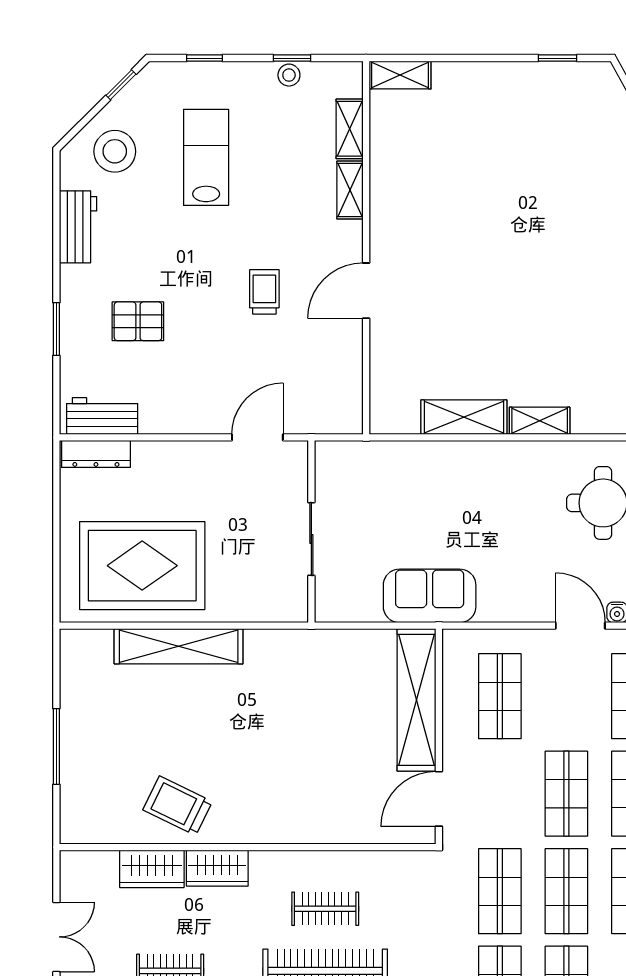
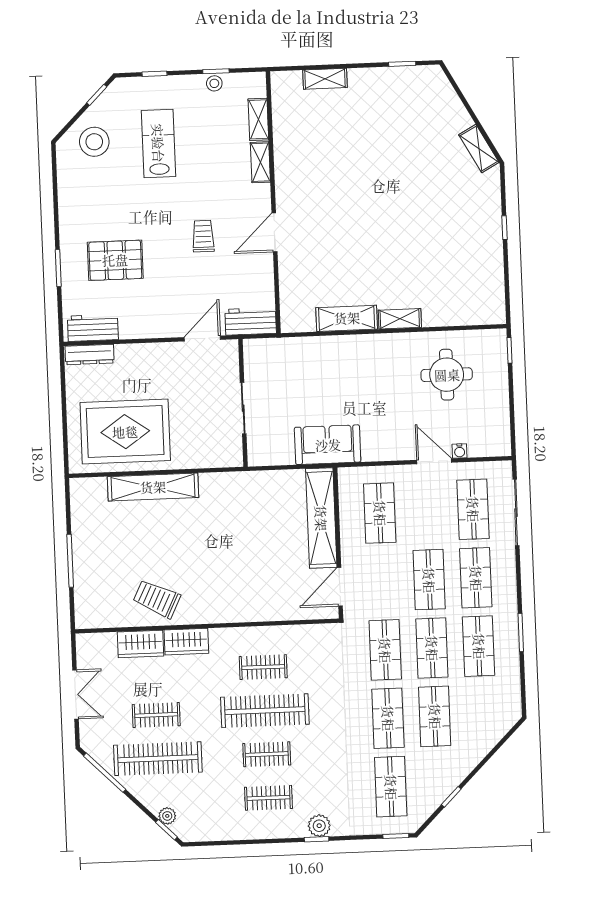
shelving: (400, 75) -> (325, 79), moved
workbench: (78, 227) -> (251, 321), moved, turned -90
pallet: (138, 321) -> (115, 260), width x1.50, depth x1.42

